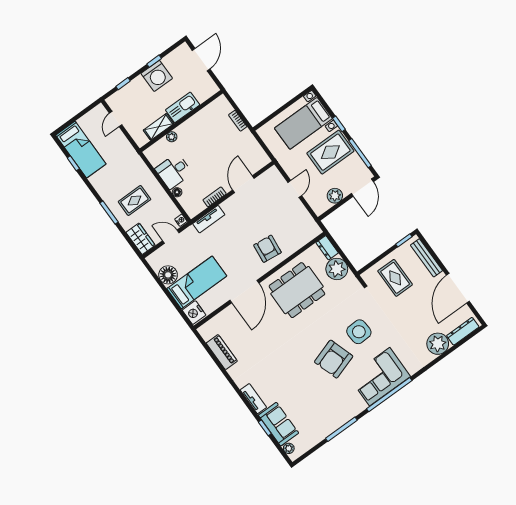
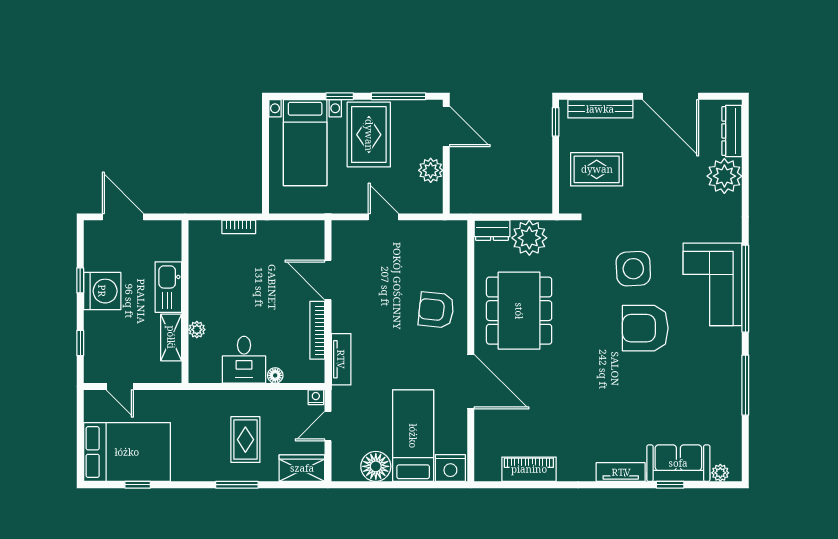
bed: (81, 150) -> (127, 452), width x1.50
bookcase: (215, 197) -> (317, 330), width x1.56
armchair: (334, 359) -> (645, 328), turned 108

